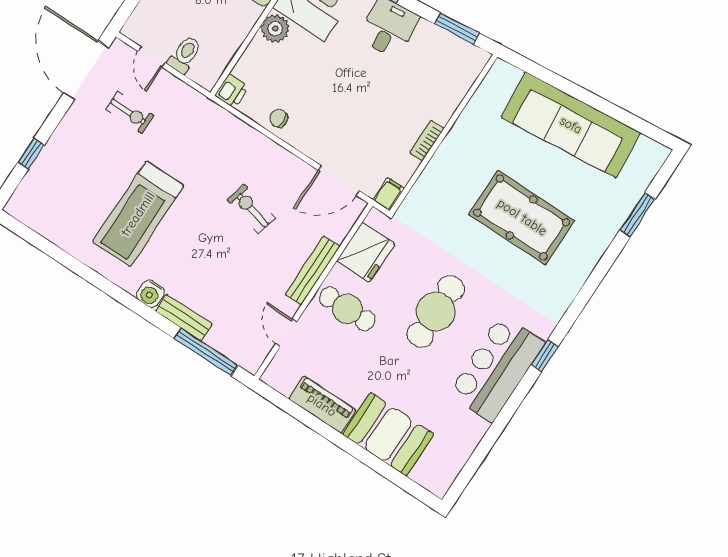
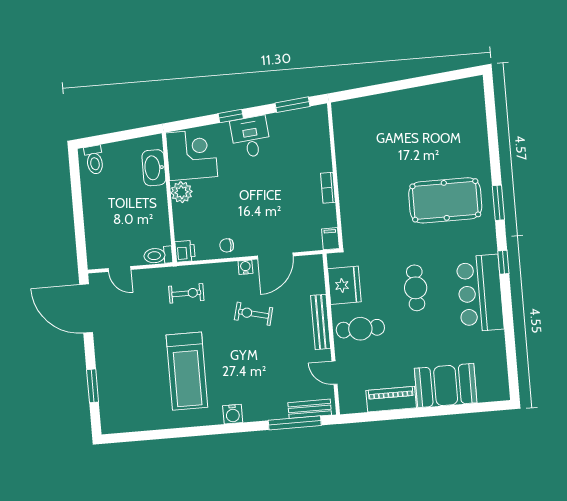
toilet: (185, 55) -> (158, 255), moved, turned -90
exercise bike: (130, 113) -> (186, 293), moved
sofa: (571, 125) -> (408, 109), removed
window: (31, 154) -> (93, 386), width x1.50
water cooler: (280, 155) -> (245, 267), added
door: (339, 181) -> (275, 256), moved
window: (638, 215) -> (498, 203), moved
pool table: (522, 217) -> (445, 200), moved
cafe table: (436, 312) -> (416, 288), width x0.73, depth x0.74
bench: (184, 317) -> (310, 409), moved

